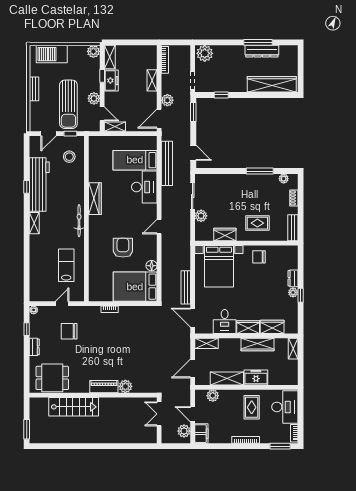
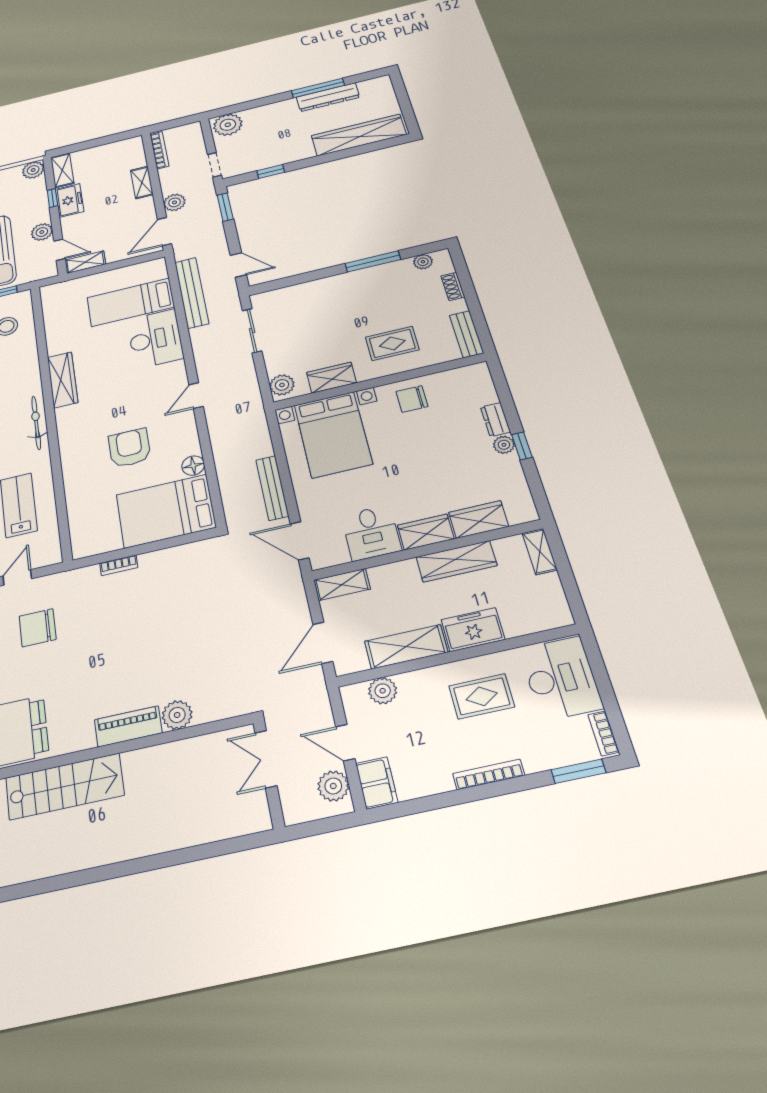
plant: (201, 216) -> (282, 385), moved
rug: (252, 407) -> (482, 696), turned 90

